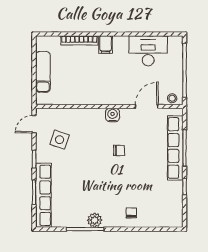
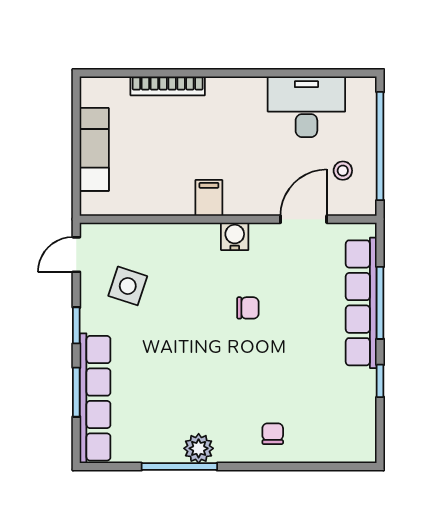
filing cabinet: (106, 45) -> (209, 198), moved, turned 180
stool: (172, 98) -> (343, 171), moved

